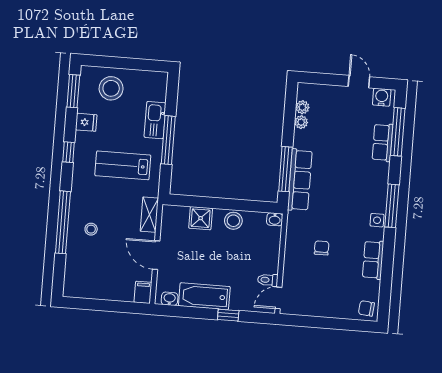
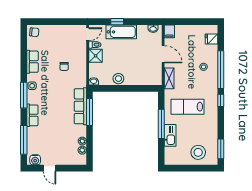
fridge: (86, 122) -> (212, 39), moved
row of seats: (383, 142) -> (32, 115), moved
window: (68, 152) -> (221, 100), moved
lab bench: (123, 165) -> (187, 107), turned 180
shower: (201, 218) -> (96, 56), moved
bathtub: (204, 296) -> (121, 32), moved

